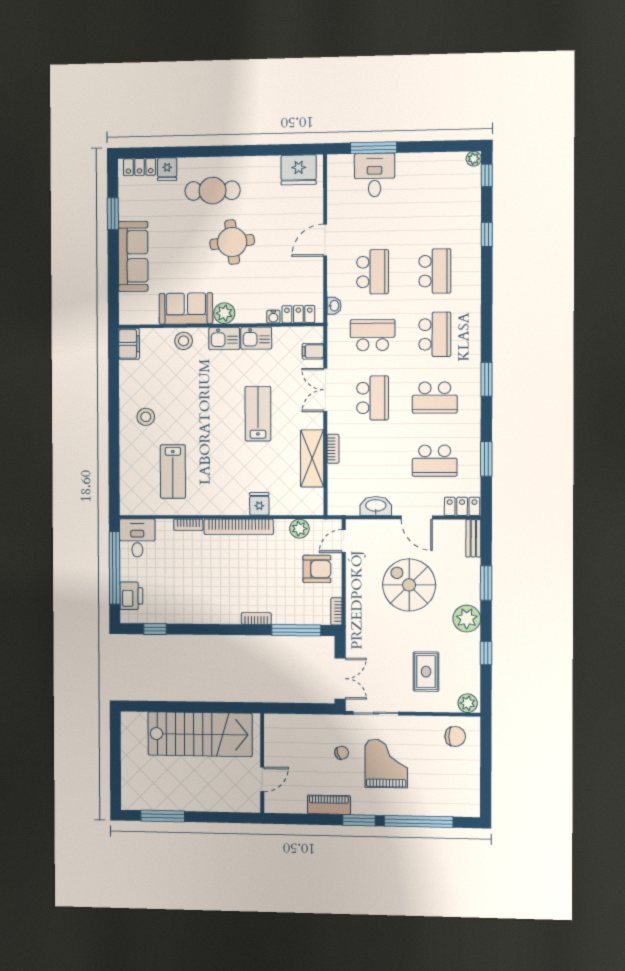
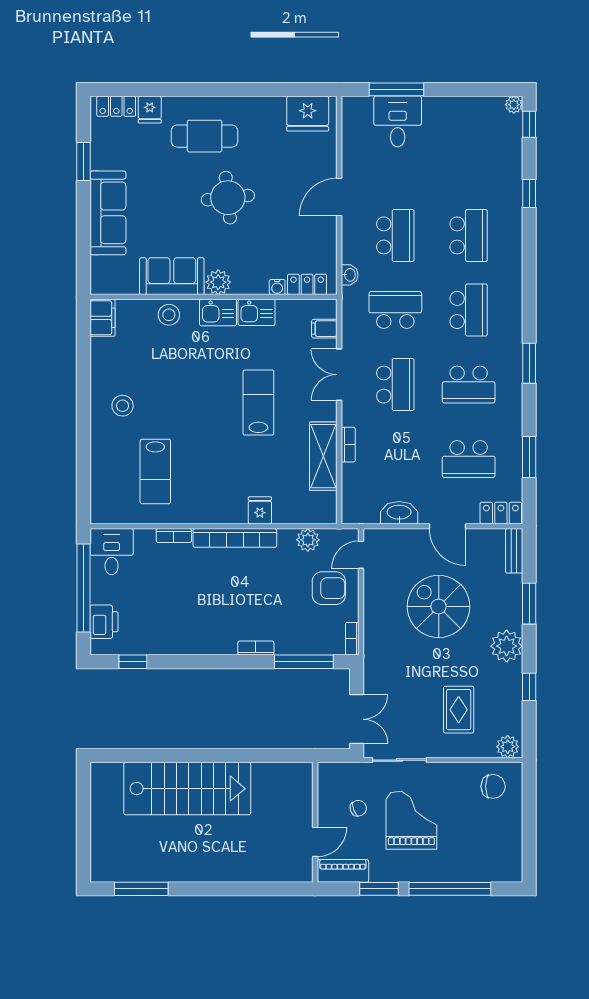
wall: (262, 763) -> (315, 822), moved
door: (262, 779) -> (315, 842), moved

